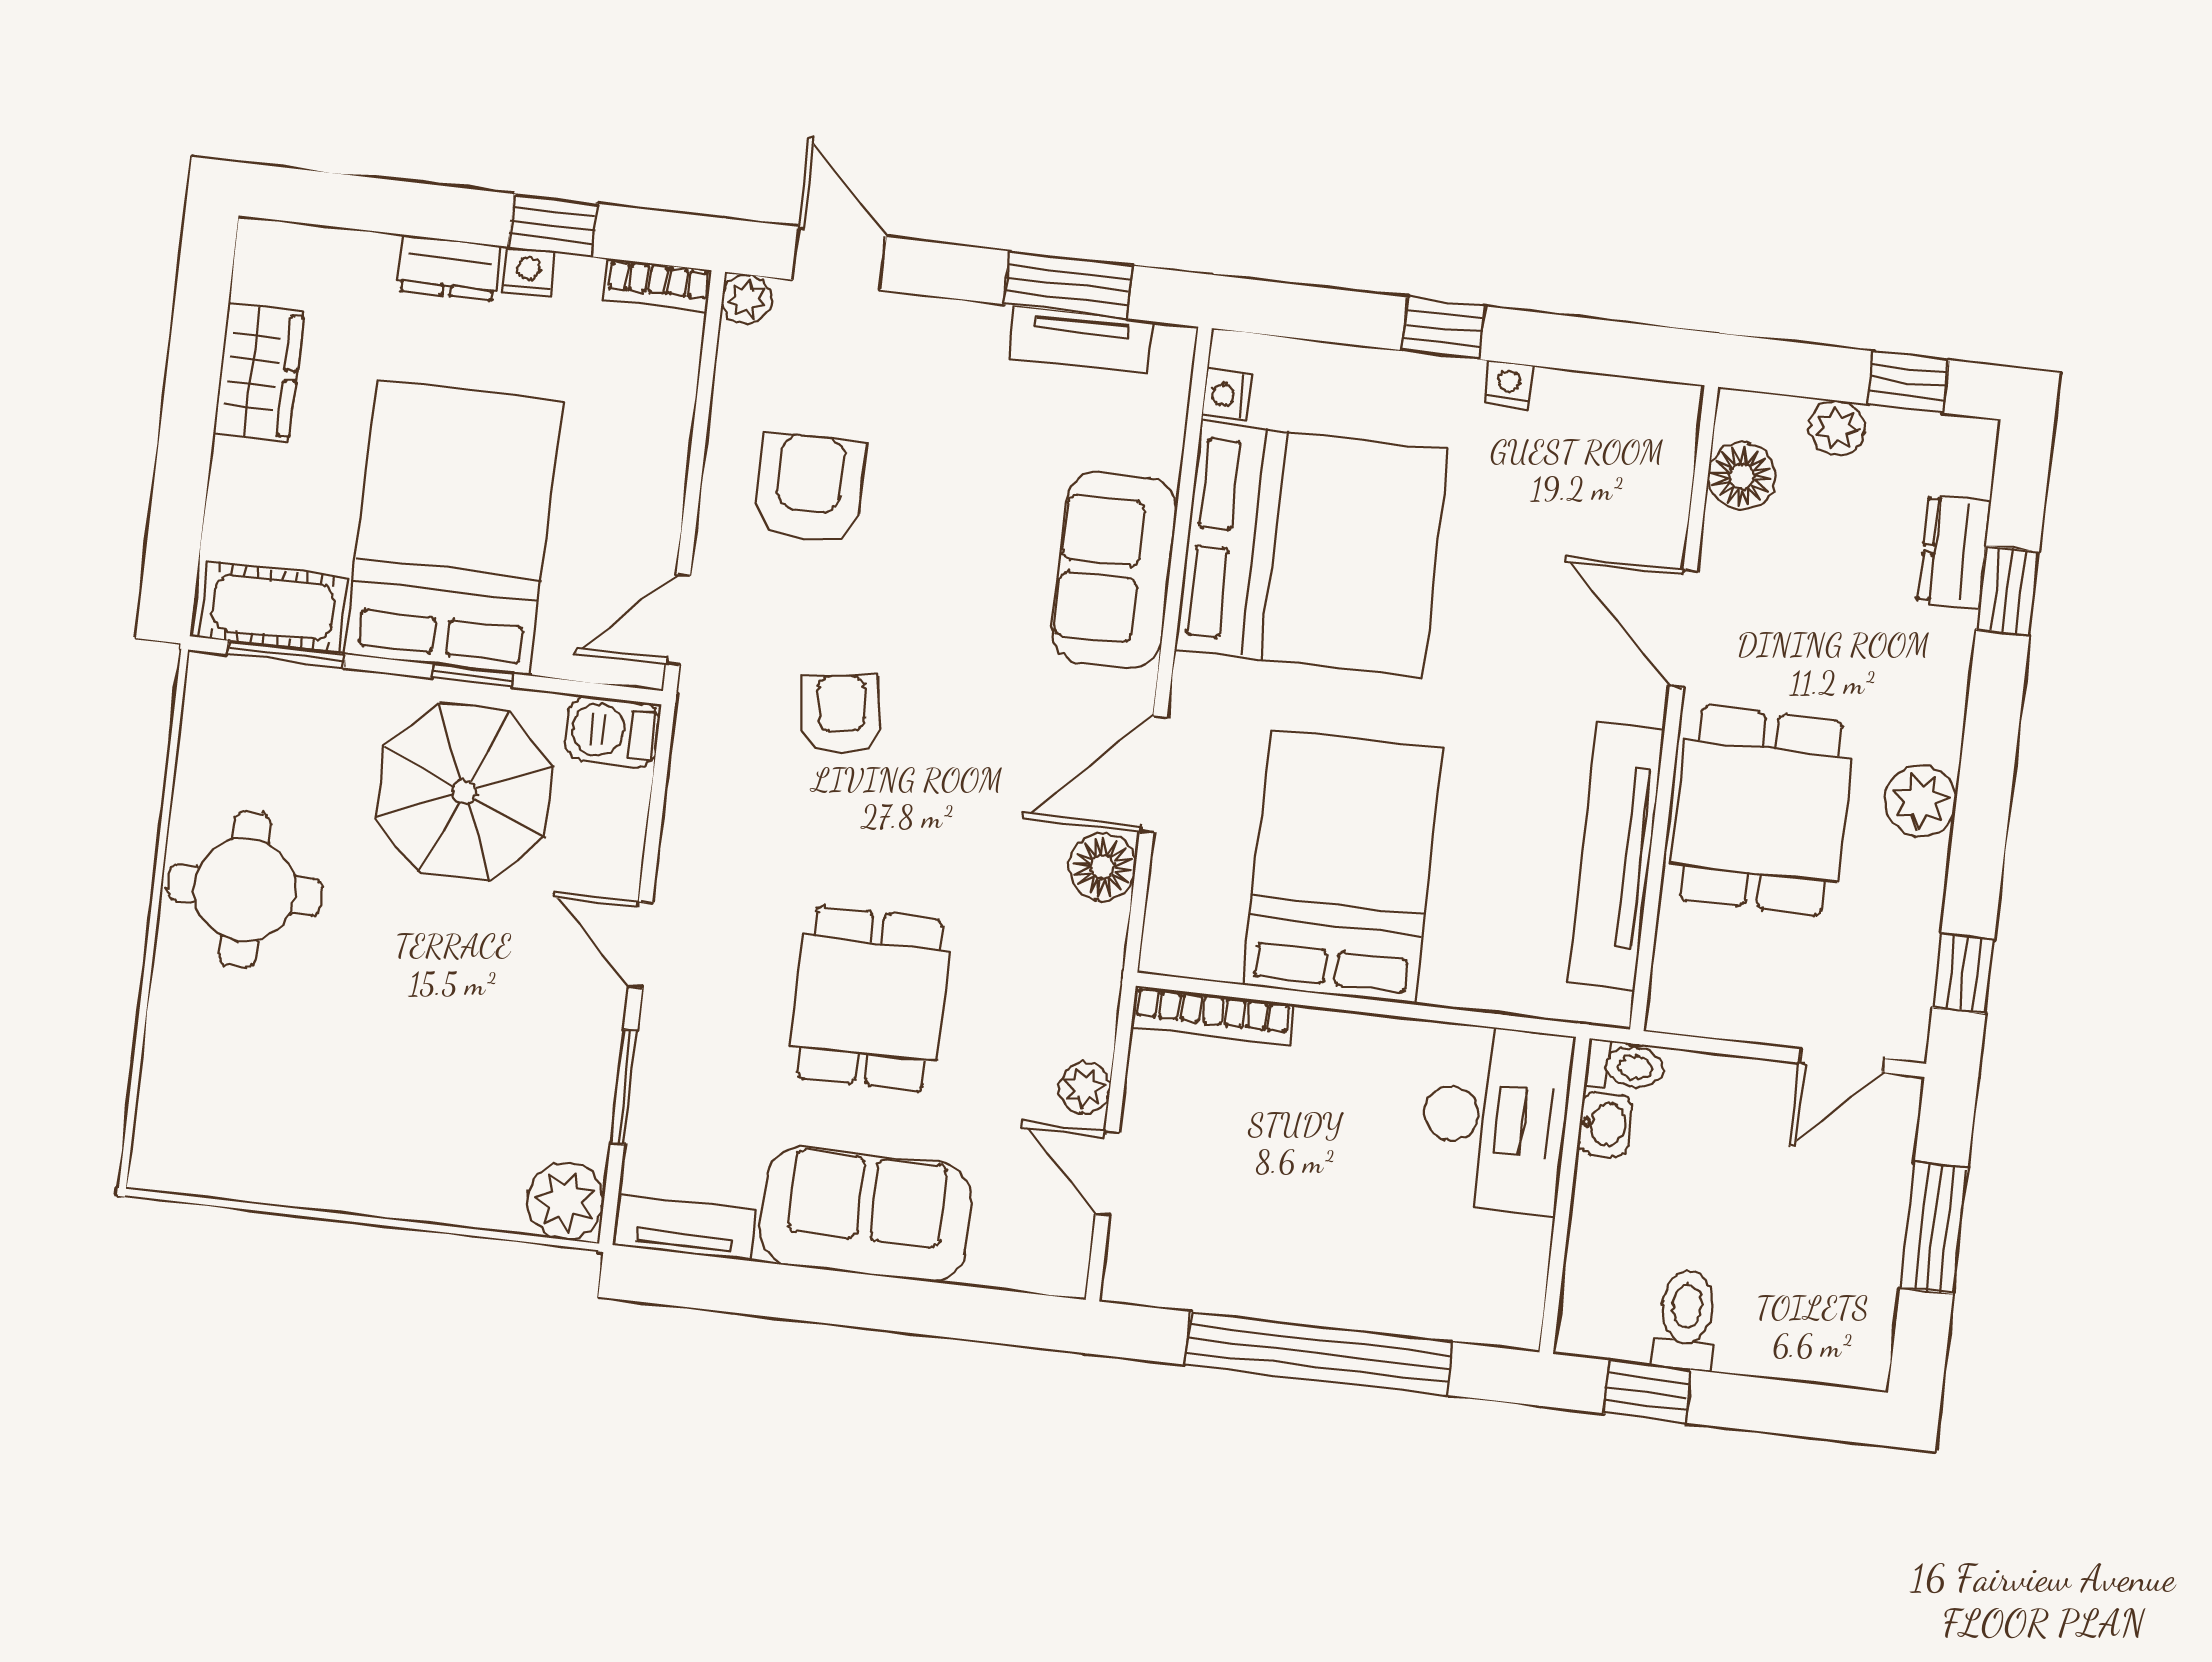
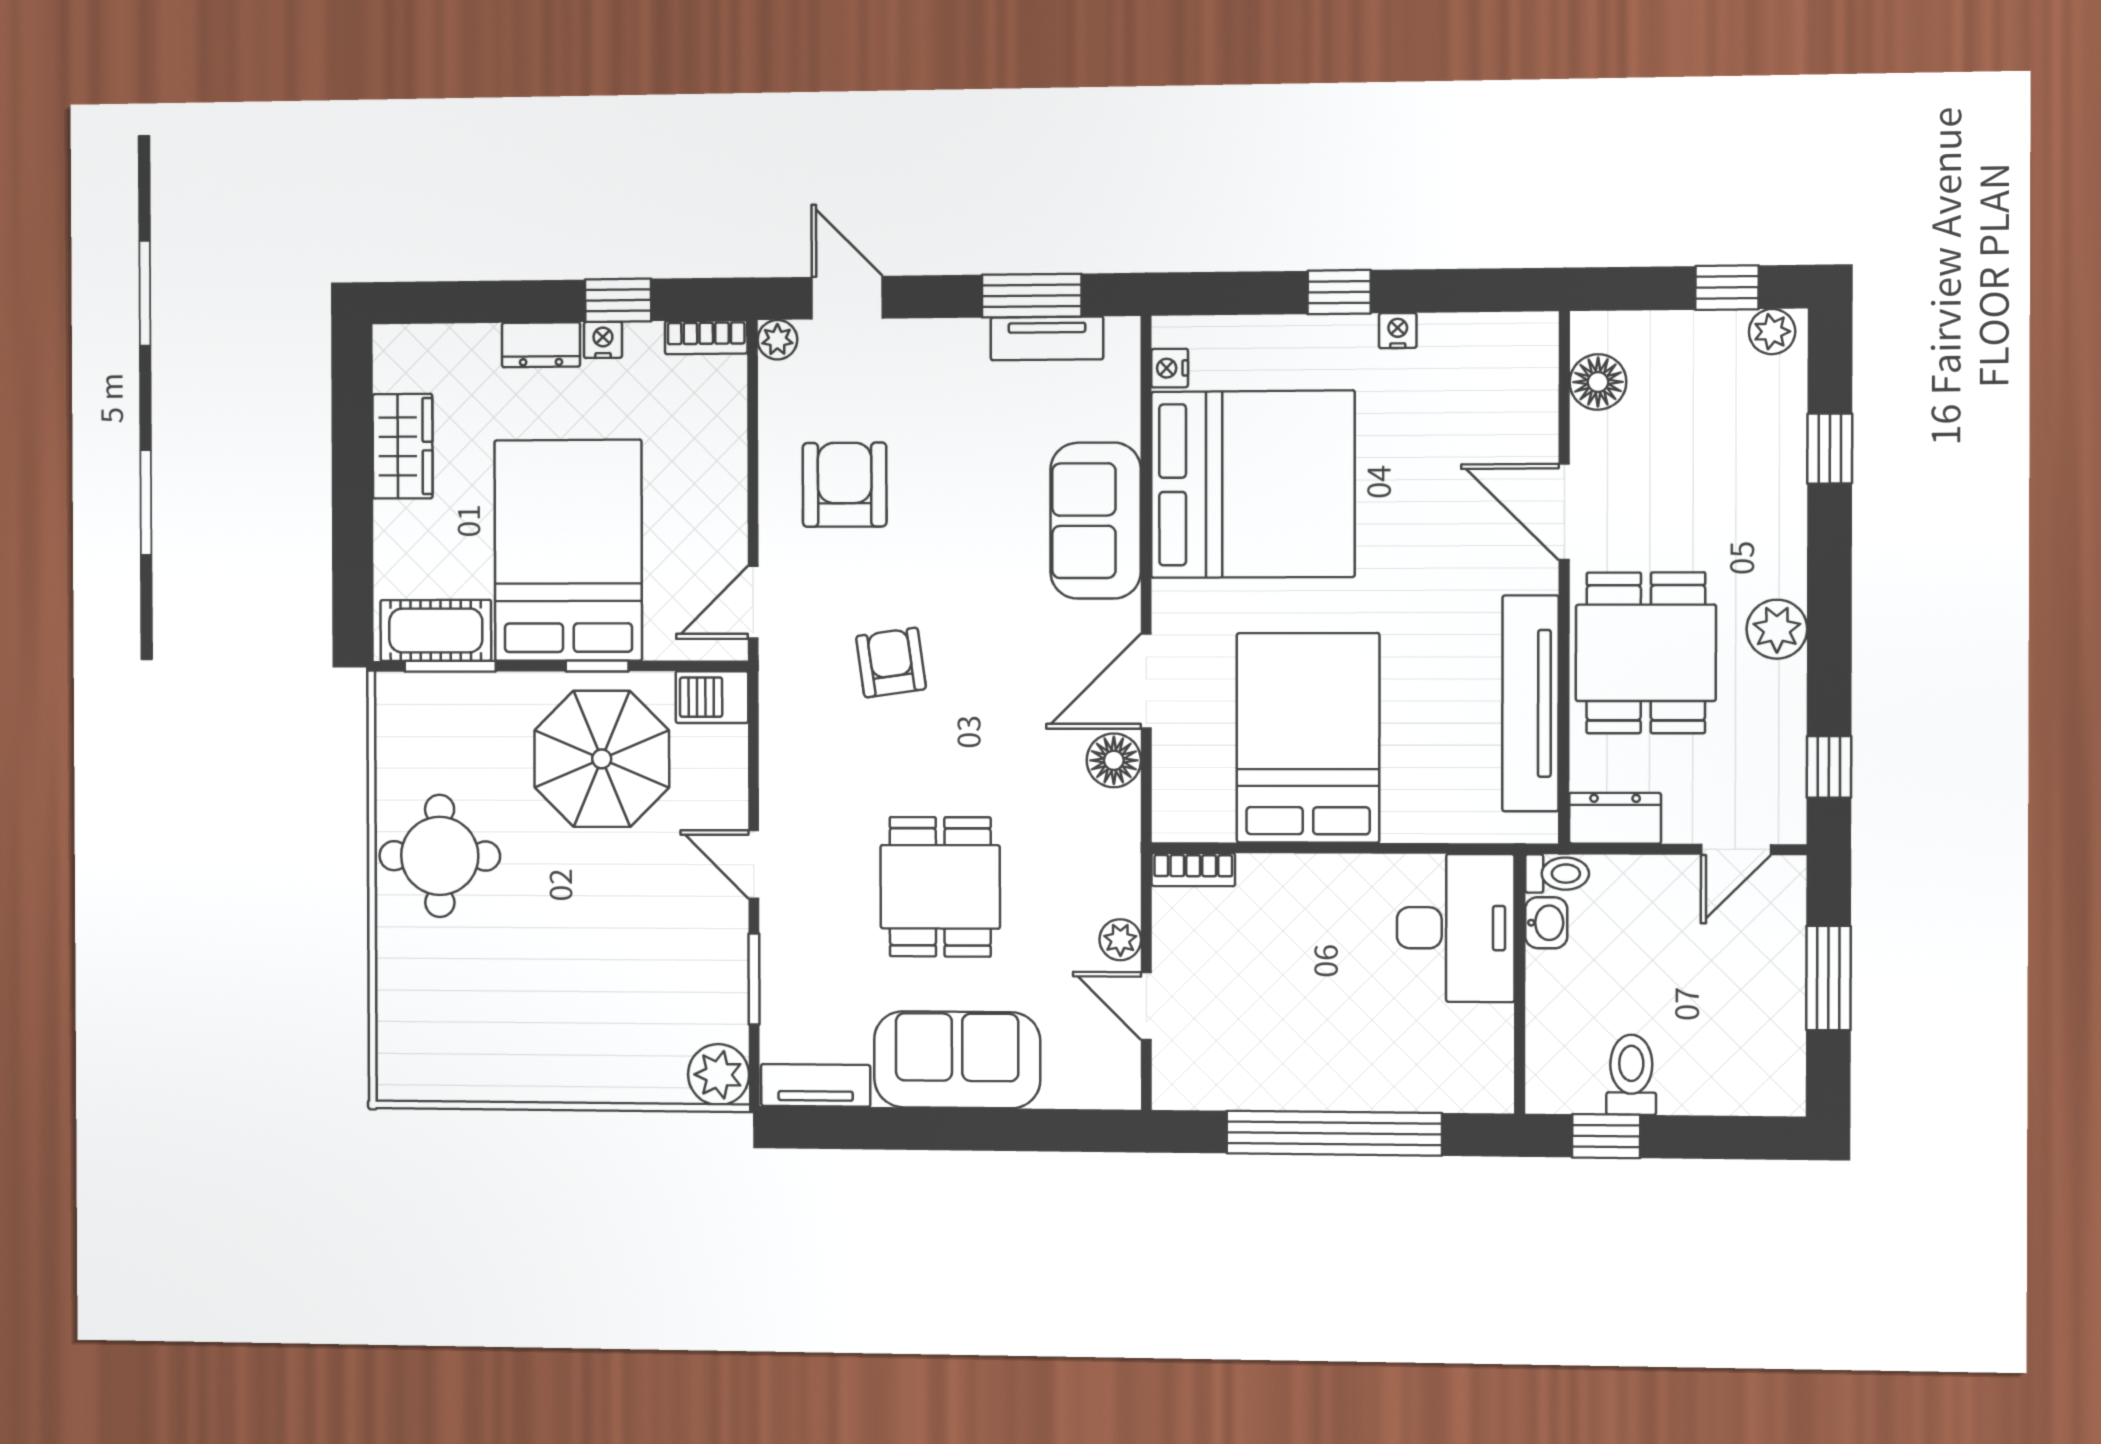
plant: (1837, 428) -> (1772, 332), moved
dresser: (1954, 552) -> (1615, 818), moved, turned 90
bookcase: (1213, 1015) -> (1193, 870), width x0.64

